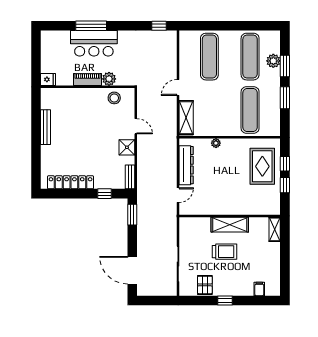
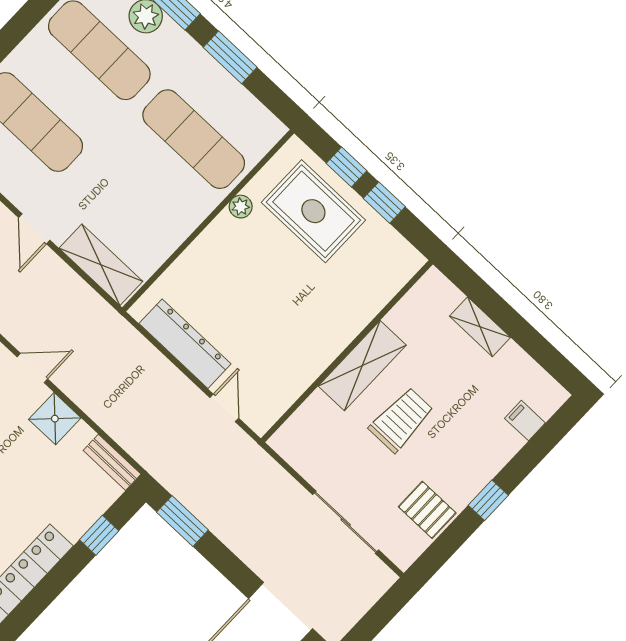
plant: (216, 143) -> (241, 207), moved
shelving: (275, 229) -> (480, 327), moved

